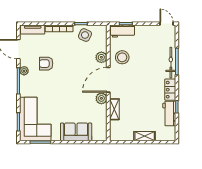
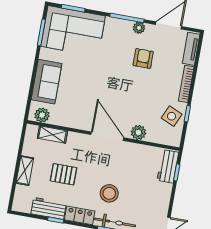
stool: (122, 57) -> (109, 193), moved
plant: (101, 98) -> (42, 115), moved
pallet: (142, 107) -> (64, 174), added
shelving: (114, 109) -> (52, 135), moved

